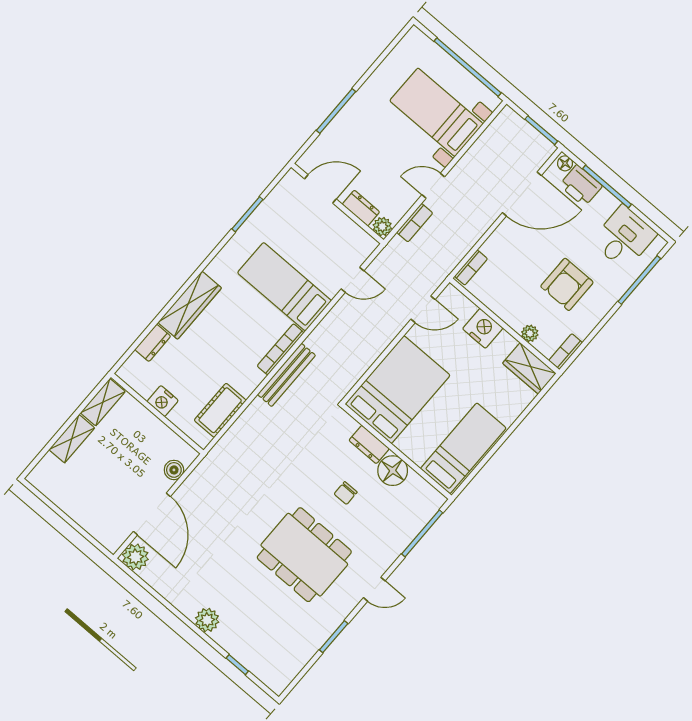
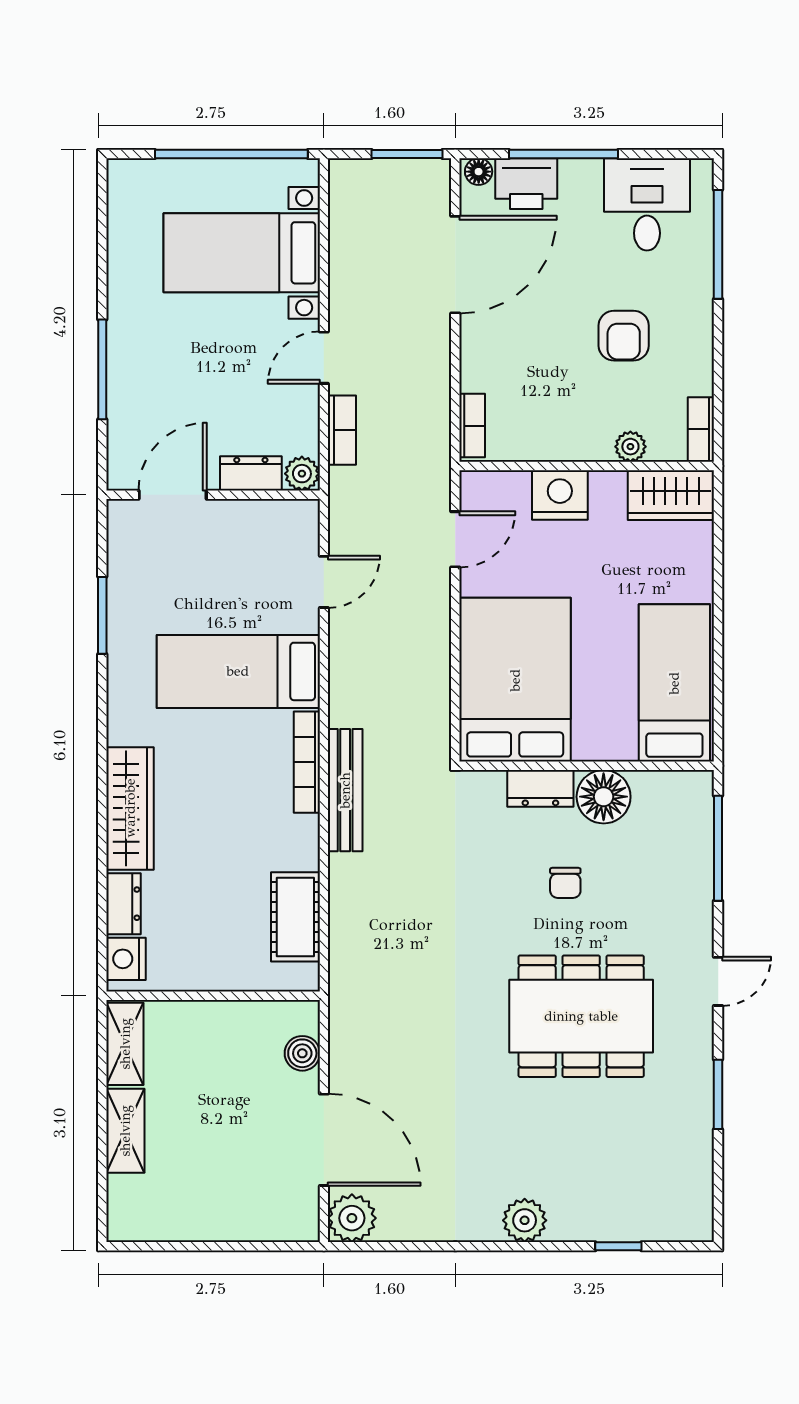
armchair: (567, 284) -> (624, 336), width x0.72, depth x0.72
nightstand: (163, 401) -> (126, 959), moved, turned 90

